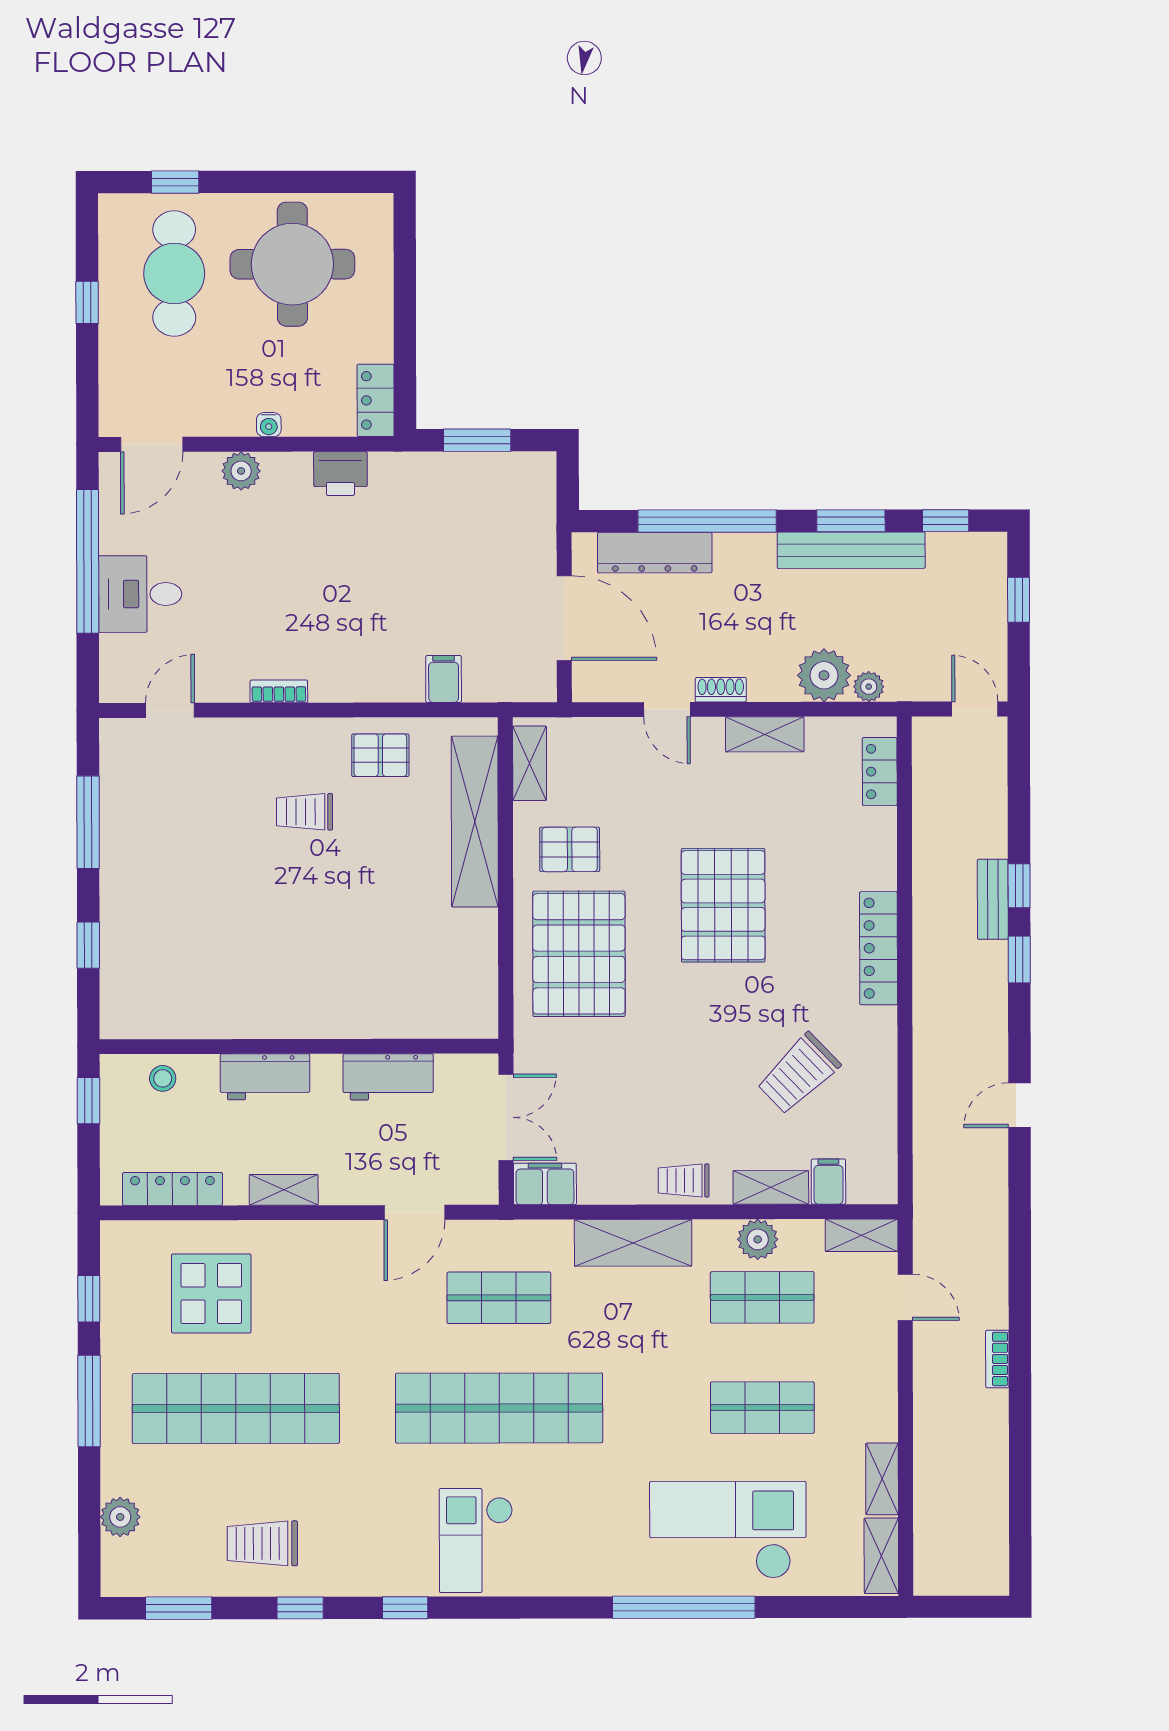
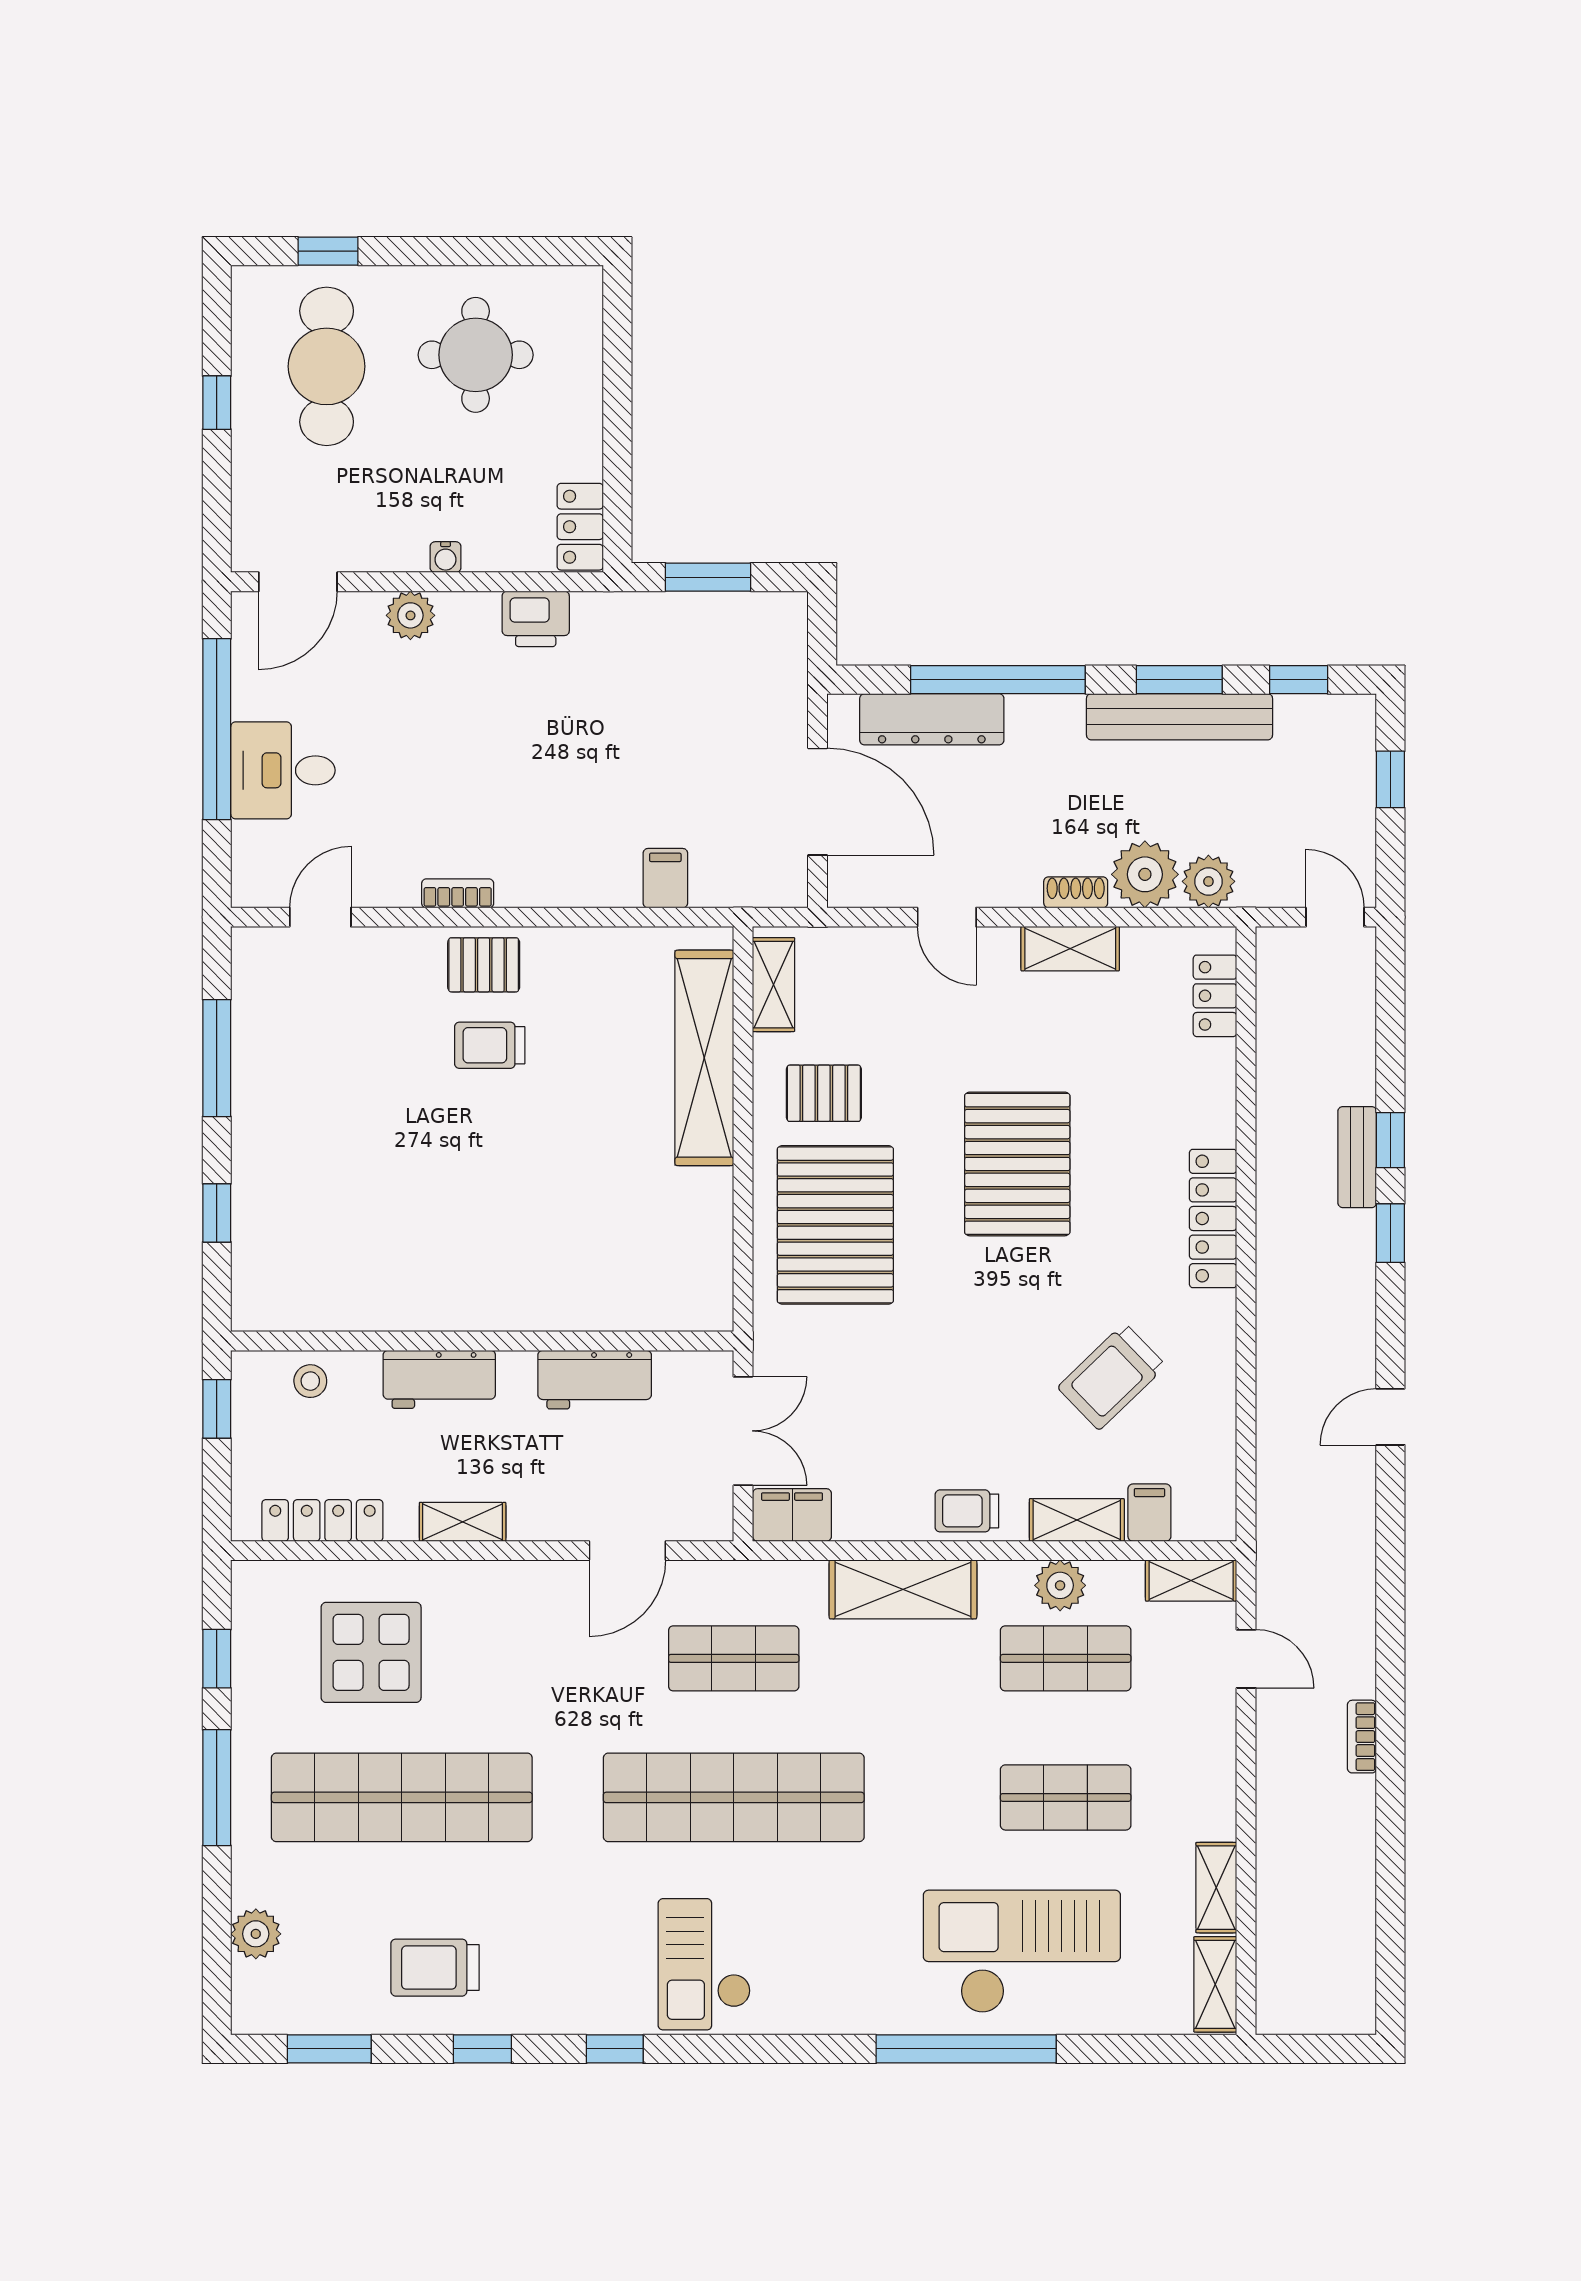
round table: (292, 264) -> (476, 355), width x0.73, depth x0.73
plant: (869, 687) -> (1208, 881), width x1.38, depth x1.38
shoe rack: (721, 690) -> (1076, 892), moved
pallet: (380, 755) -> (484, 965), moved

